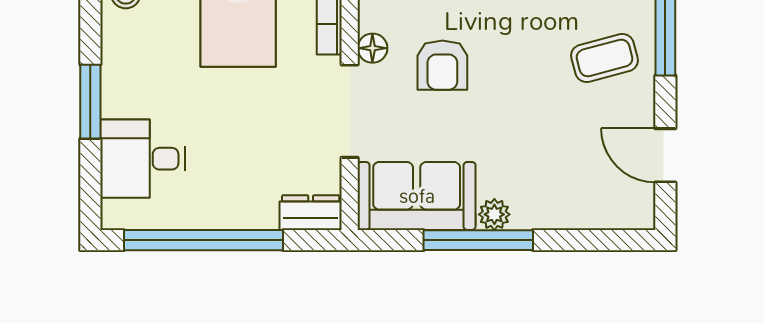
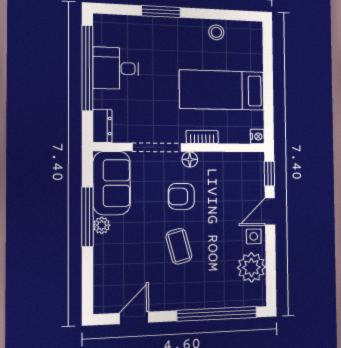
coffee table: (604, 58) -> (179, 246), moved
desk: (143, 159) -> (116, 68), moved, turned -90

